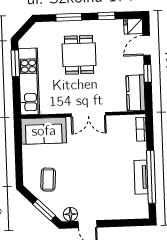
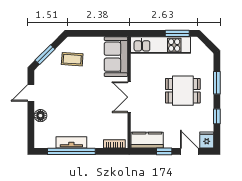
floor lamp: (70, 214) -> (40, 116), moved

